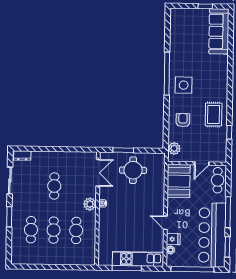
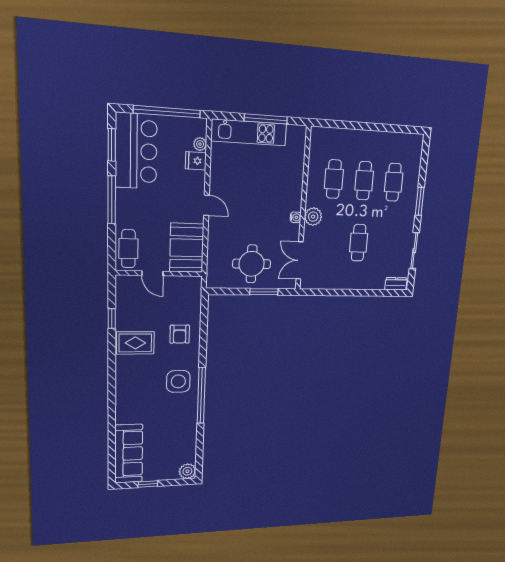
rug: (214, 115) -> (135, 343), turned 90
plant: (174, 148) -> (187, 471), moved
door: (202, 163) -> (152, 273), swing flipped
door: (165, 223) -> (206, 205), moved
bar counter: (212, 235) -> (136, 151), width x0.73

